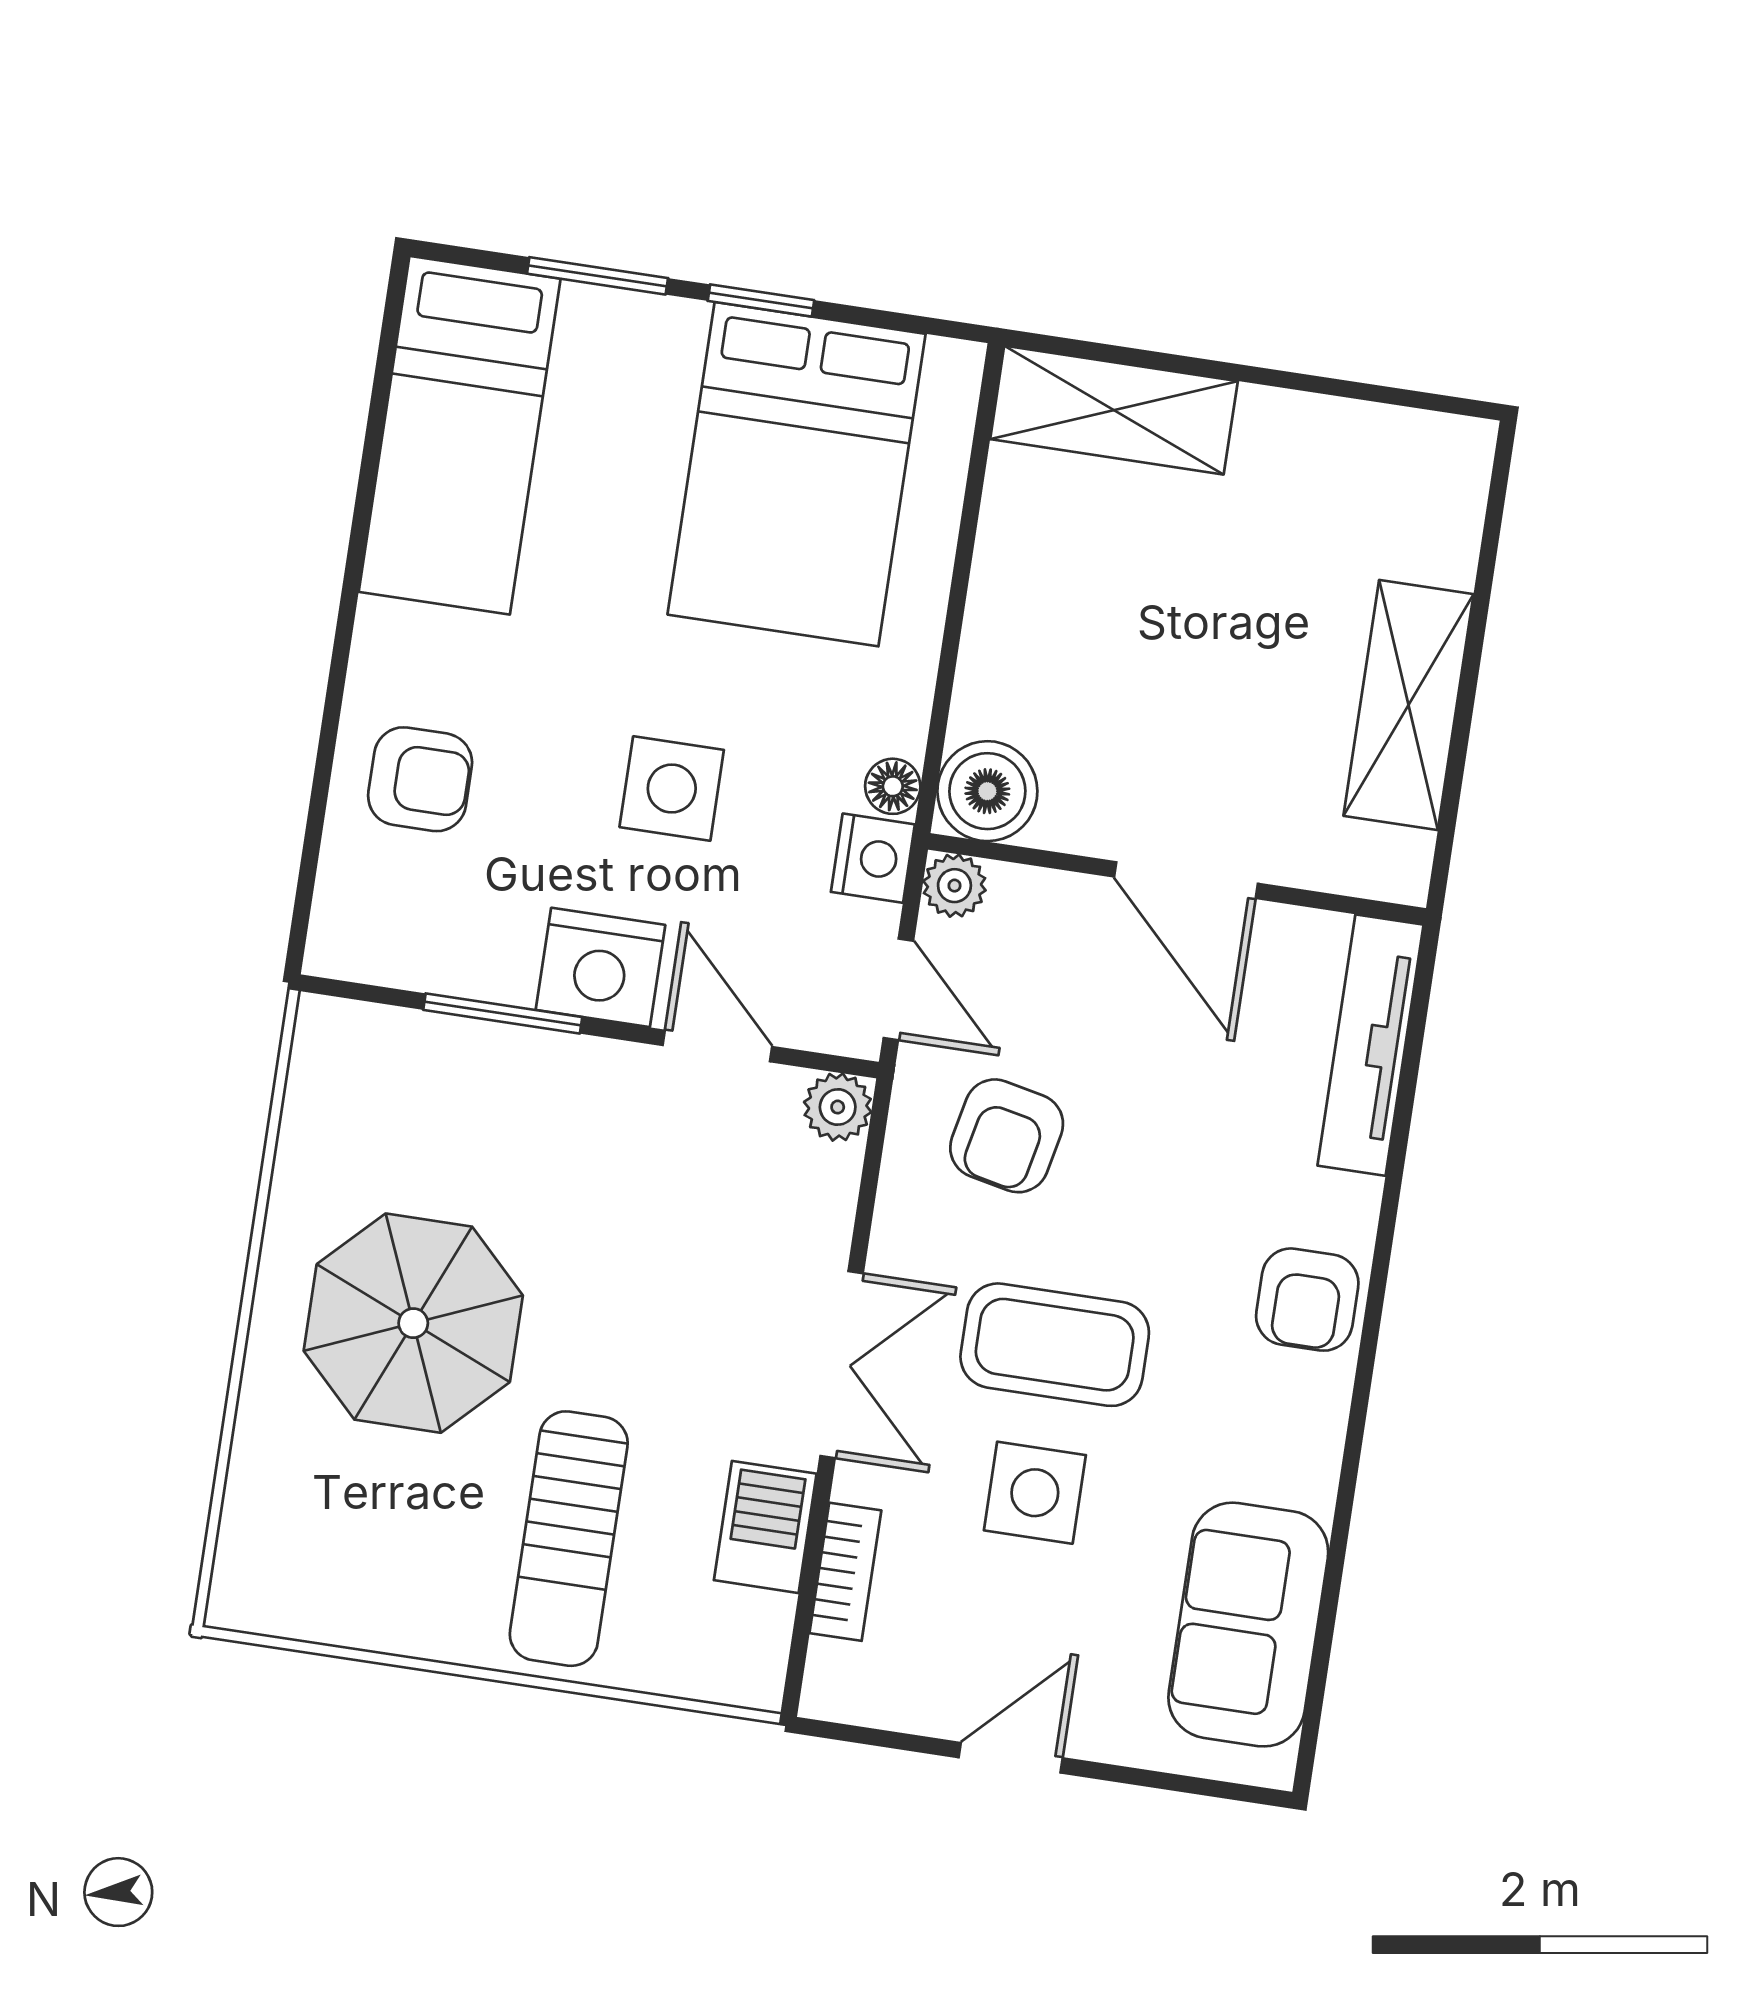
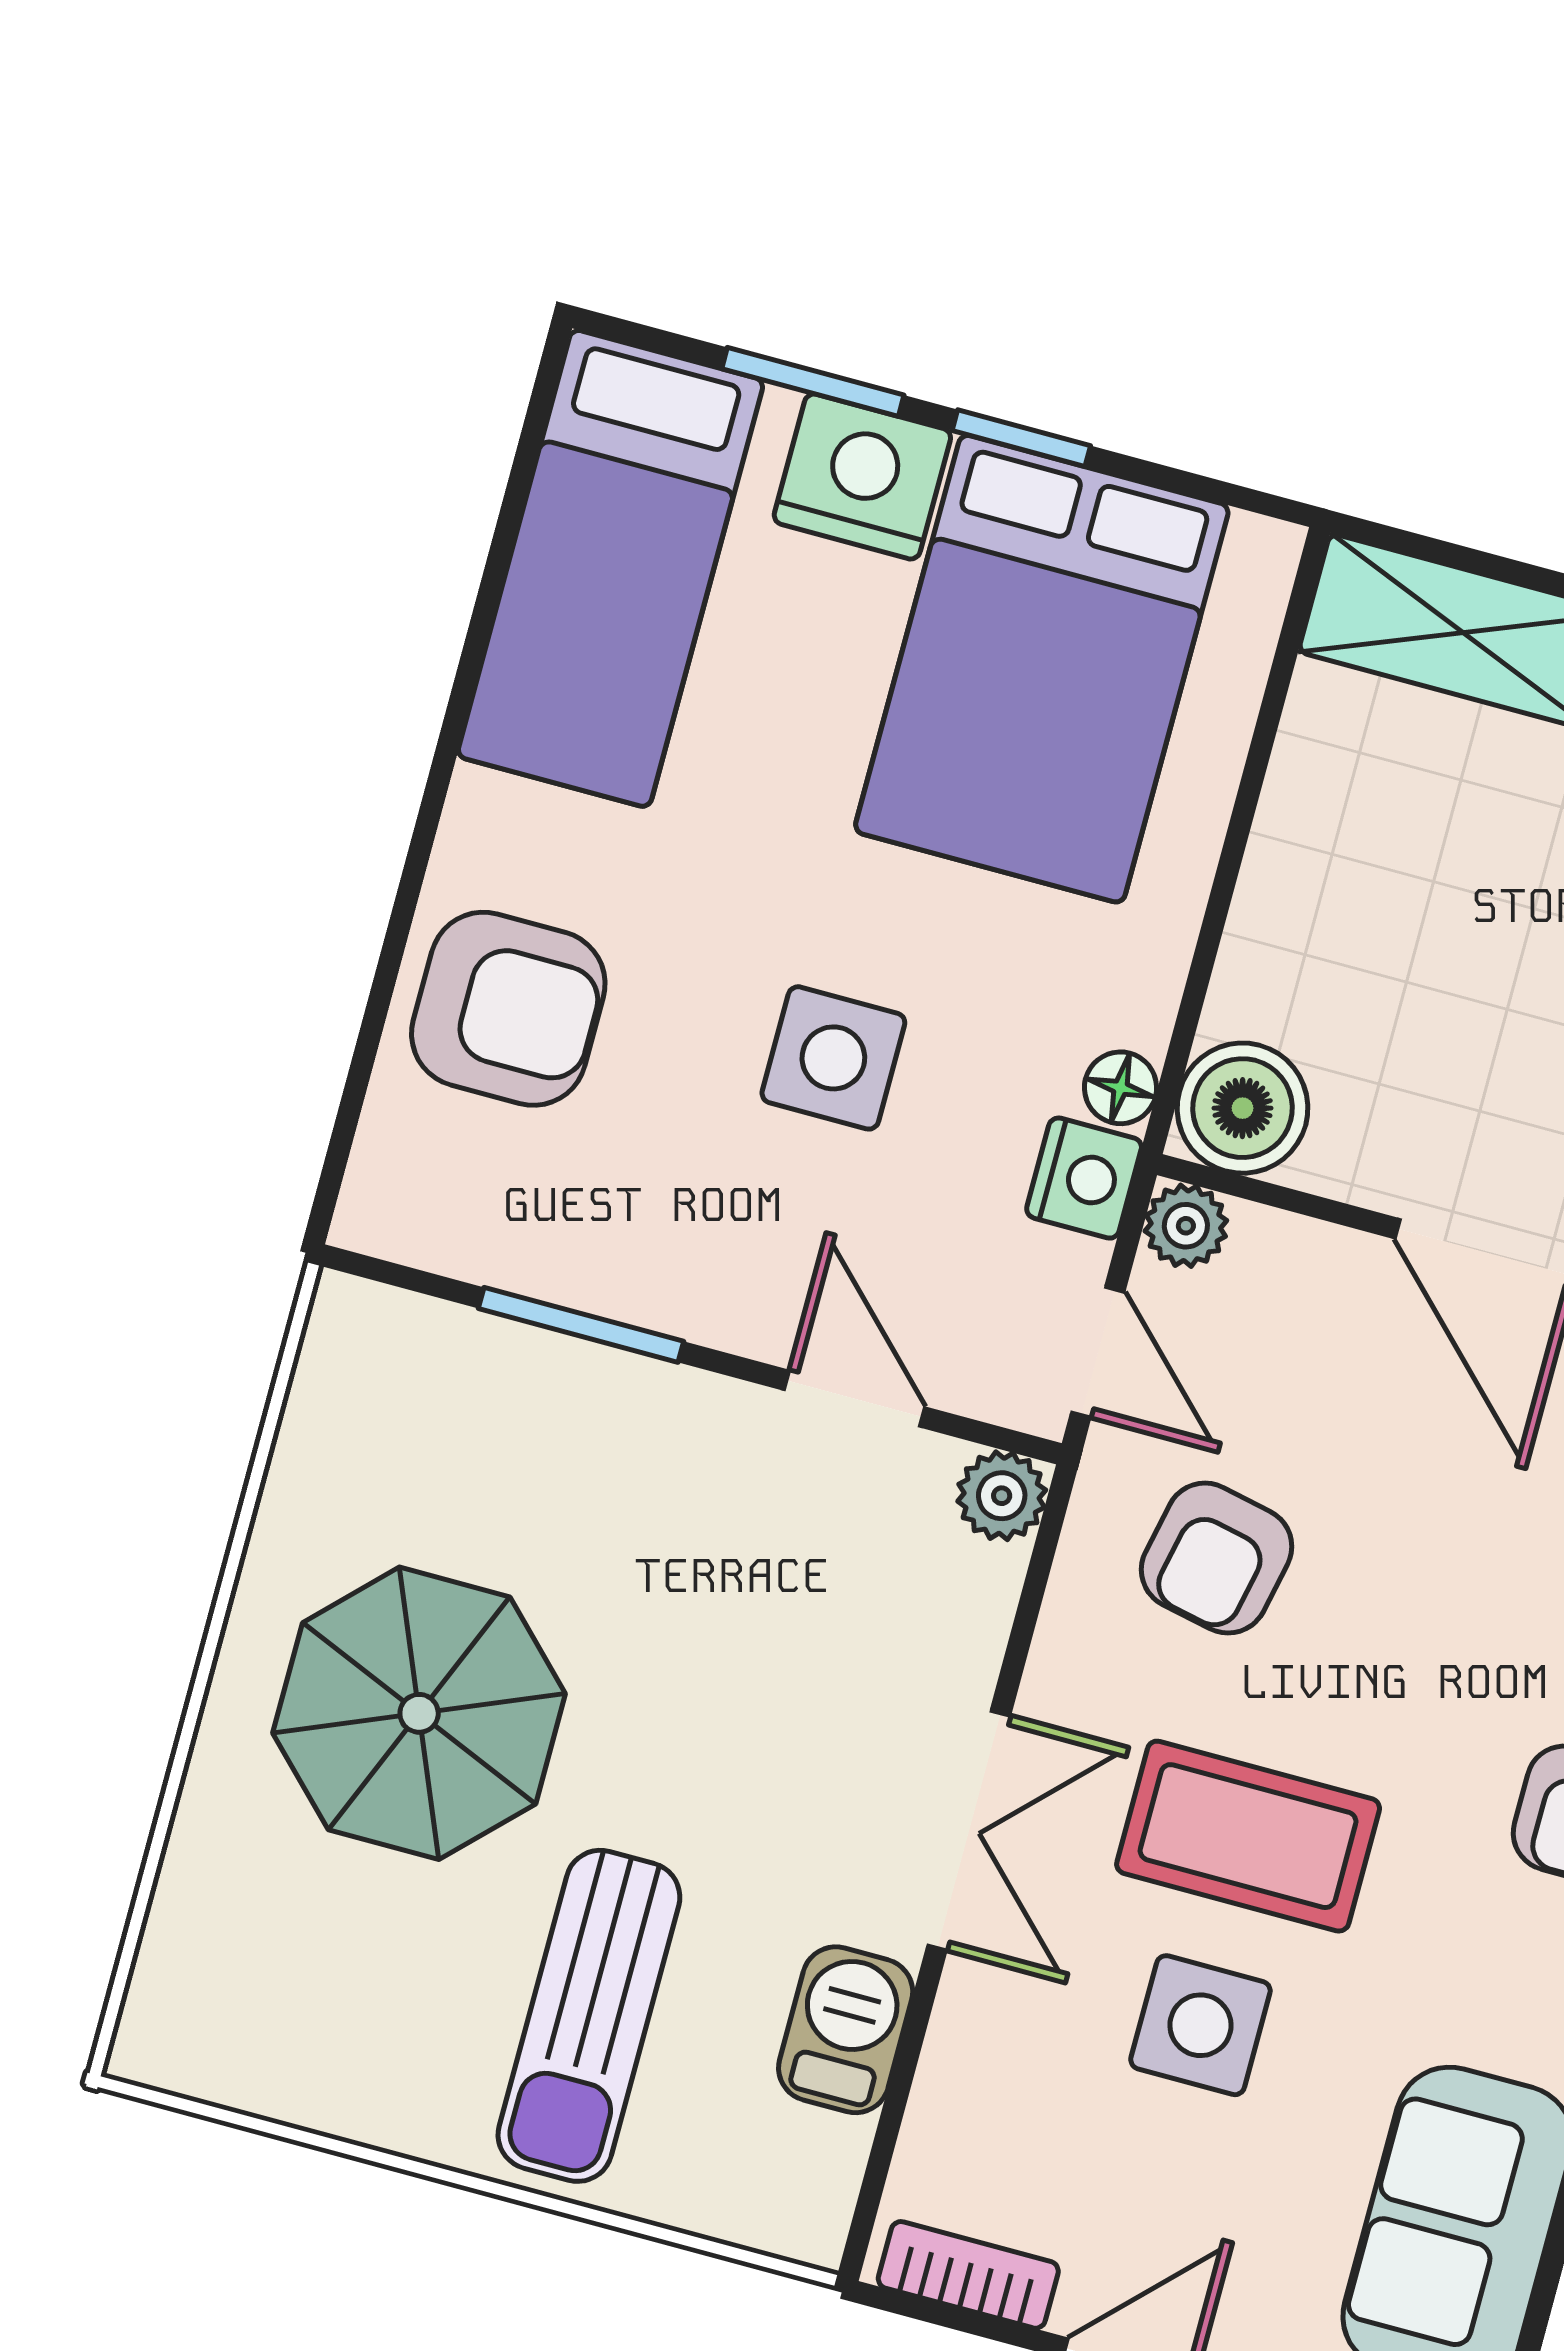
armchair: (420, 779) -> (508, 1009), width x1.38, depth x1.38
nightstand: (601, 967) -> (862, 477), moved, turned 180
bookcase: (845, 1572) -> (968, 2275), moved, turned -90

